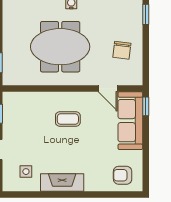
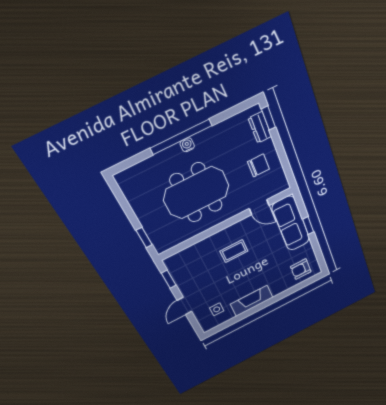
dresser: (136, 19) -> (260, 127), added
chair: (122, 50) -> (258, 166), turned -97
window: (146, 106) -> (308, 226), moved

